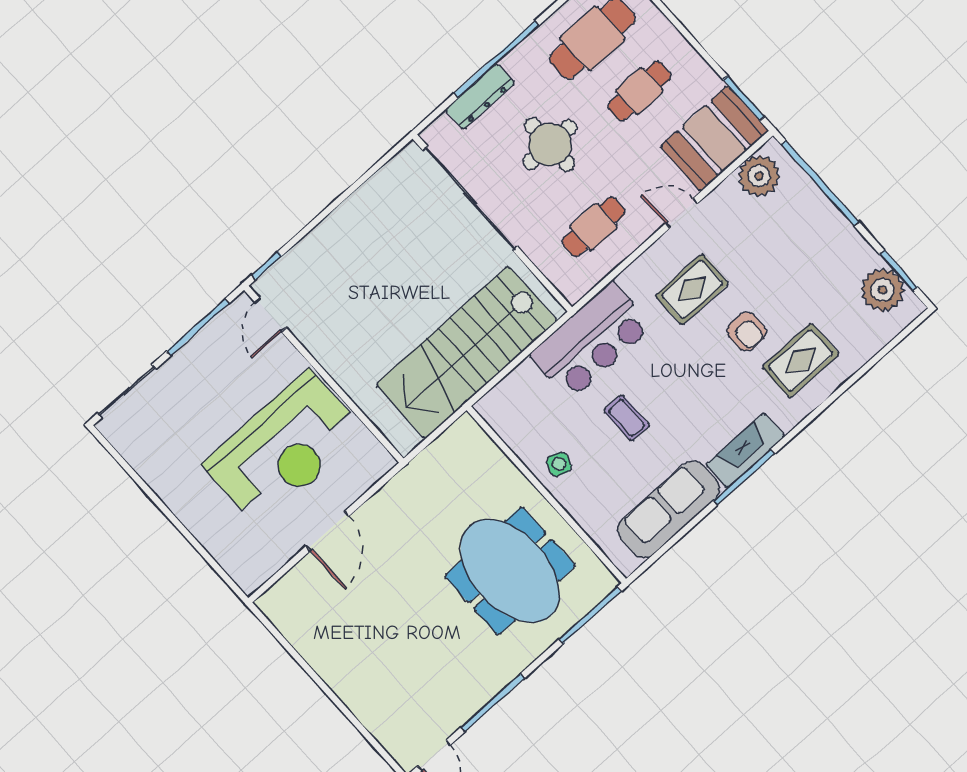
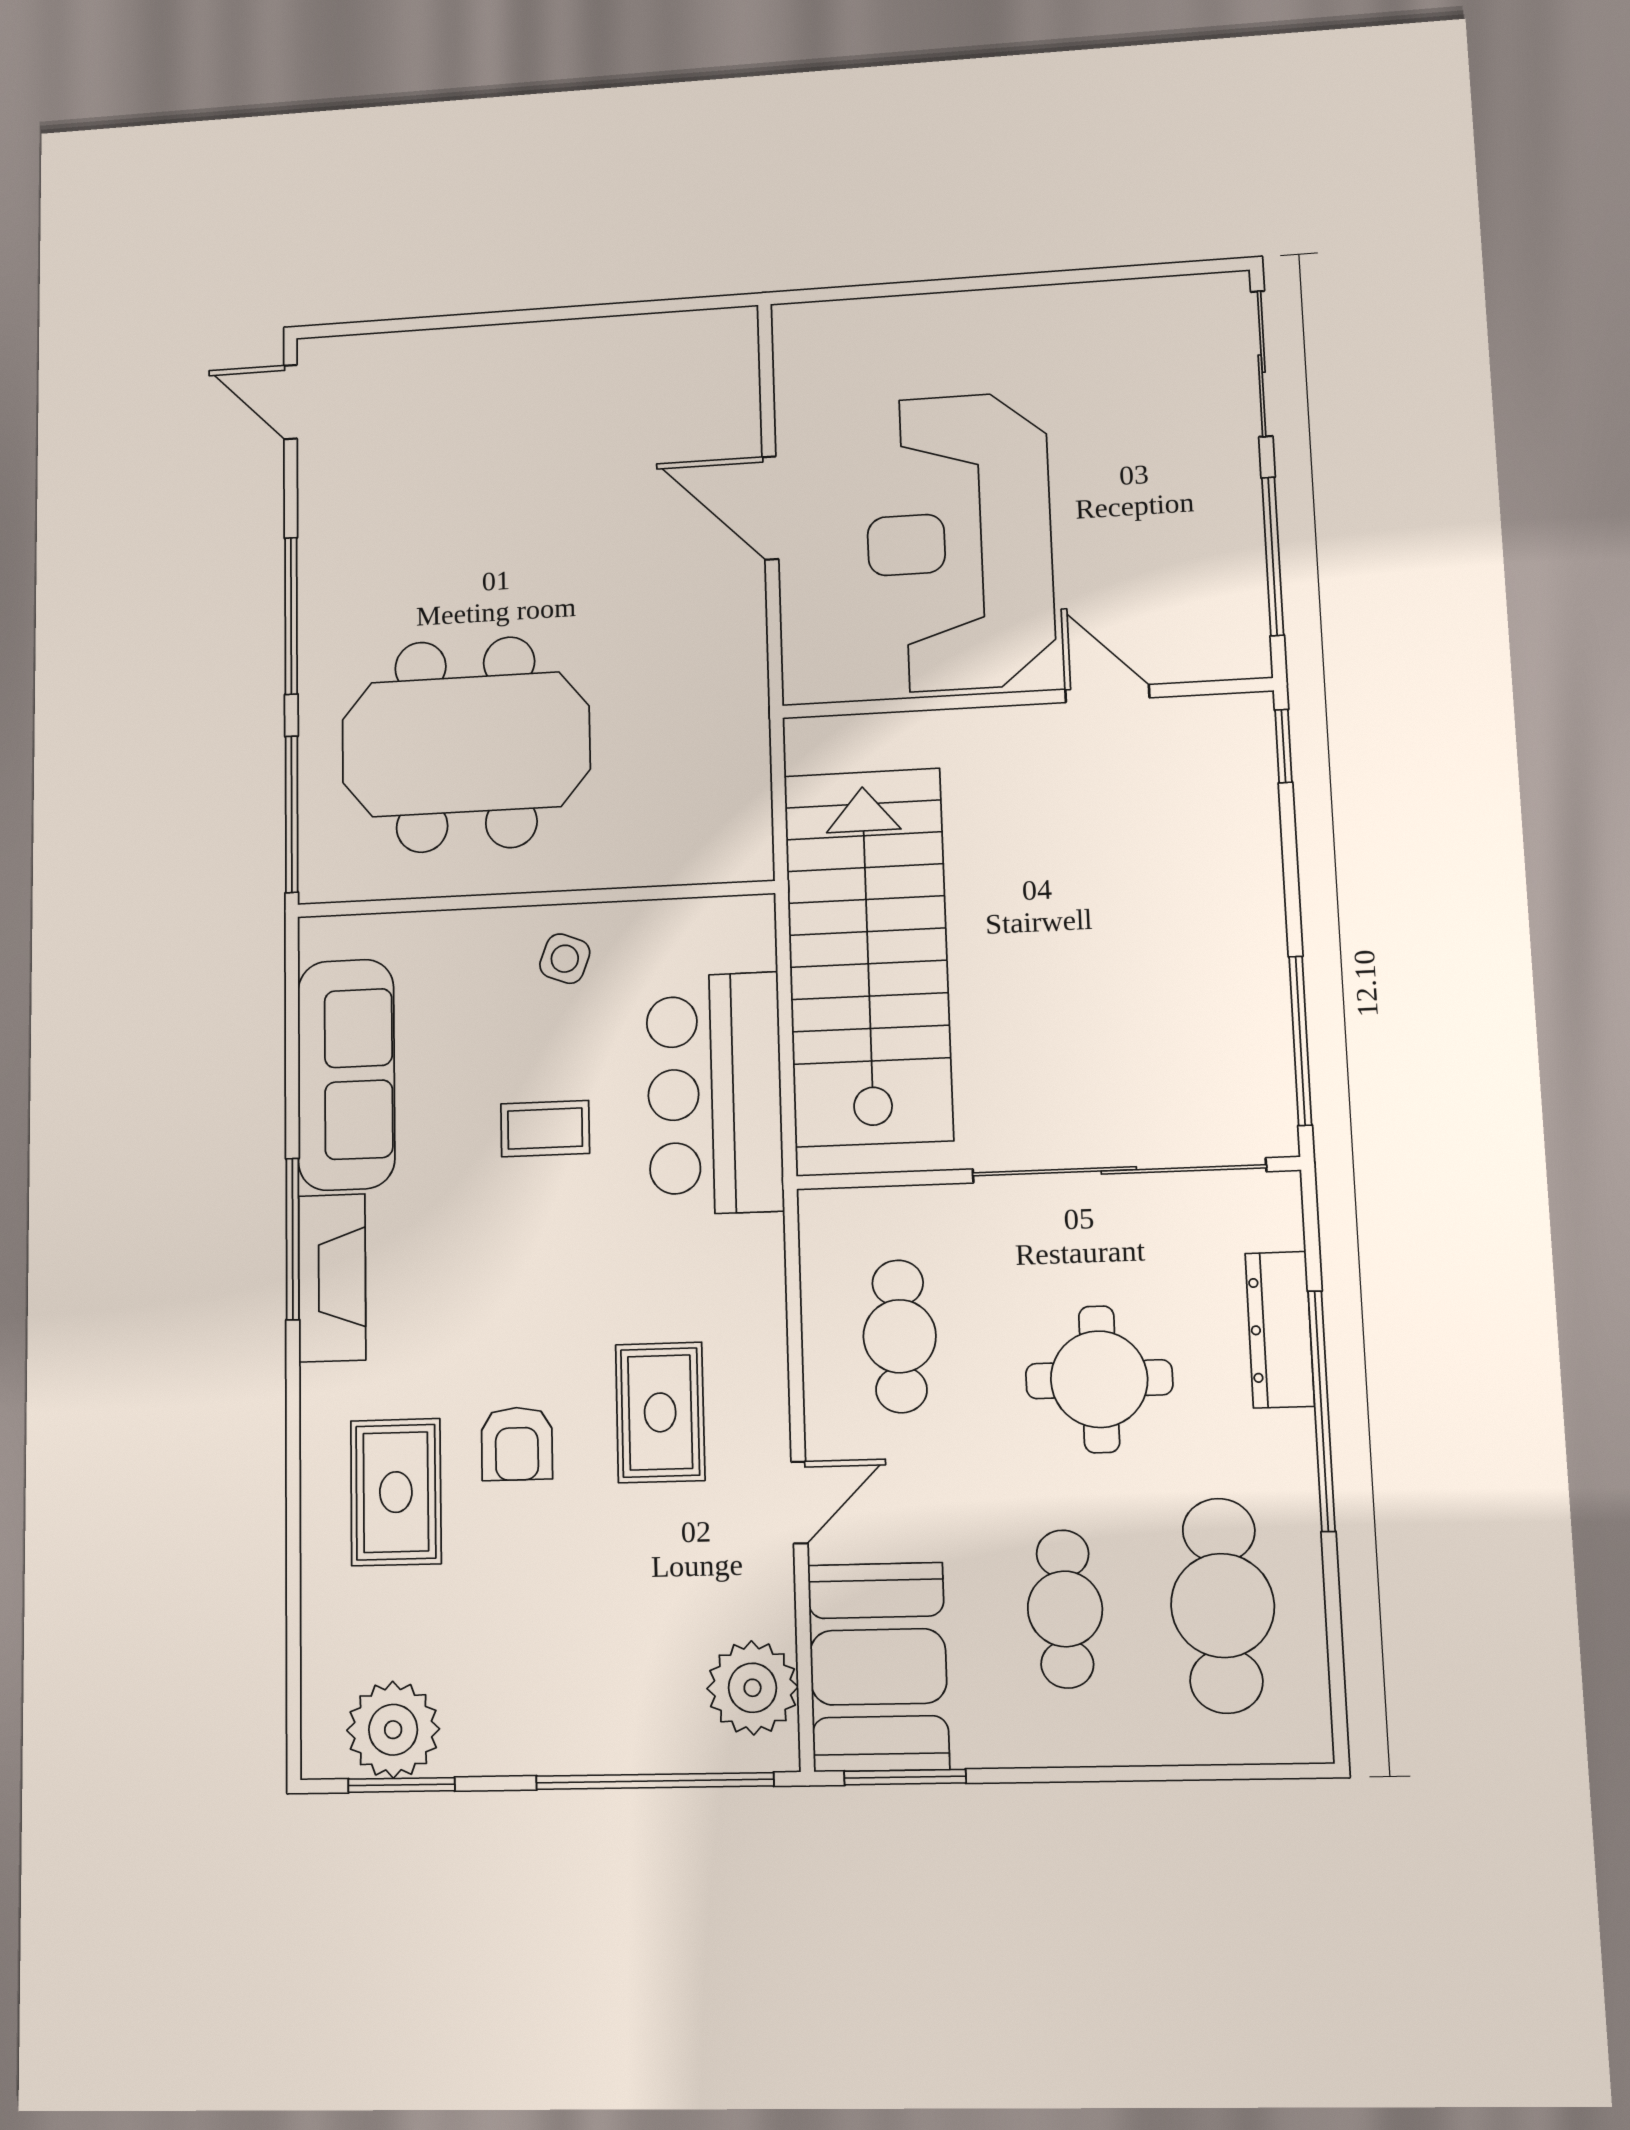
window: (371, 172) -> (1300, 1041), added
door: (271, 315) -> (1107, 694), moved
armchair: (747, 331) -> (517, 1444), turned -90
bar counter: (591, 341) -> (715, 1093), moved
window: (493, 703) -> (291, 616), moved

